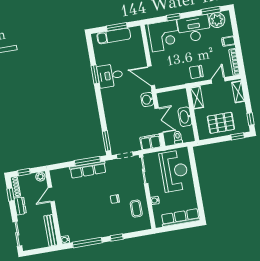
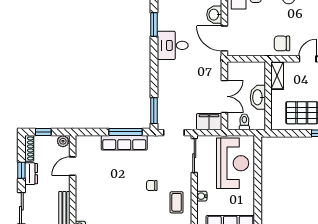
desk: (110, 76) -> (173, 45), moved
washbasin: (147, 100) -> (214, 15), moved
window: (10, 195) -> (21, 170), moved

